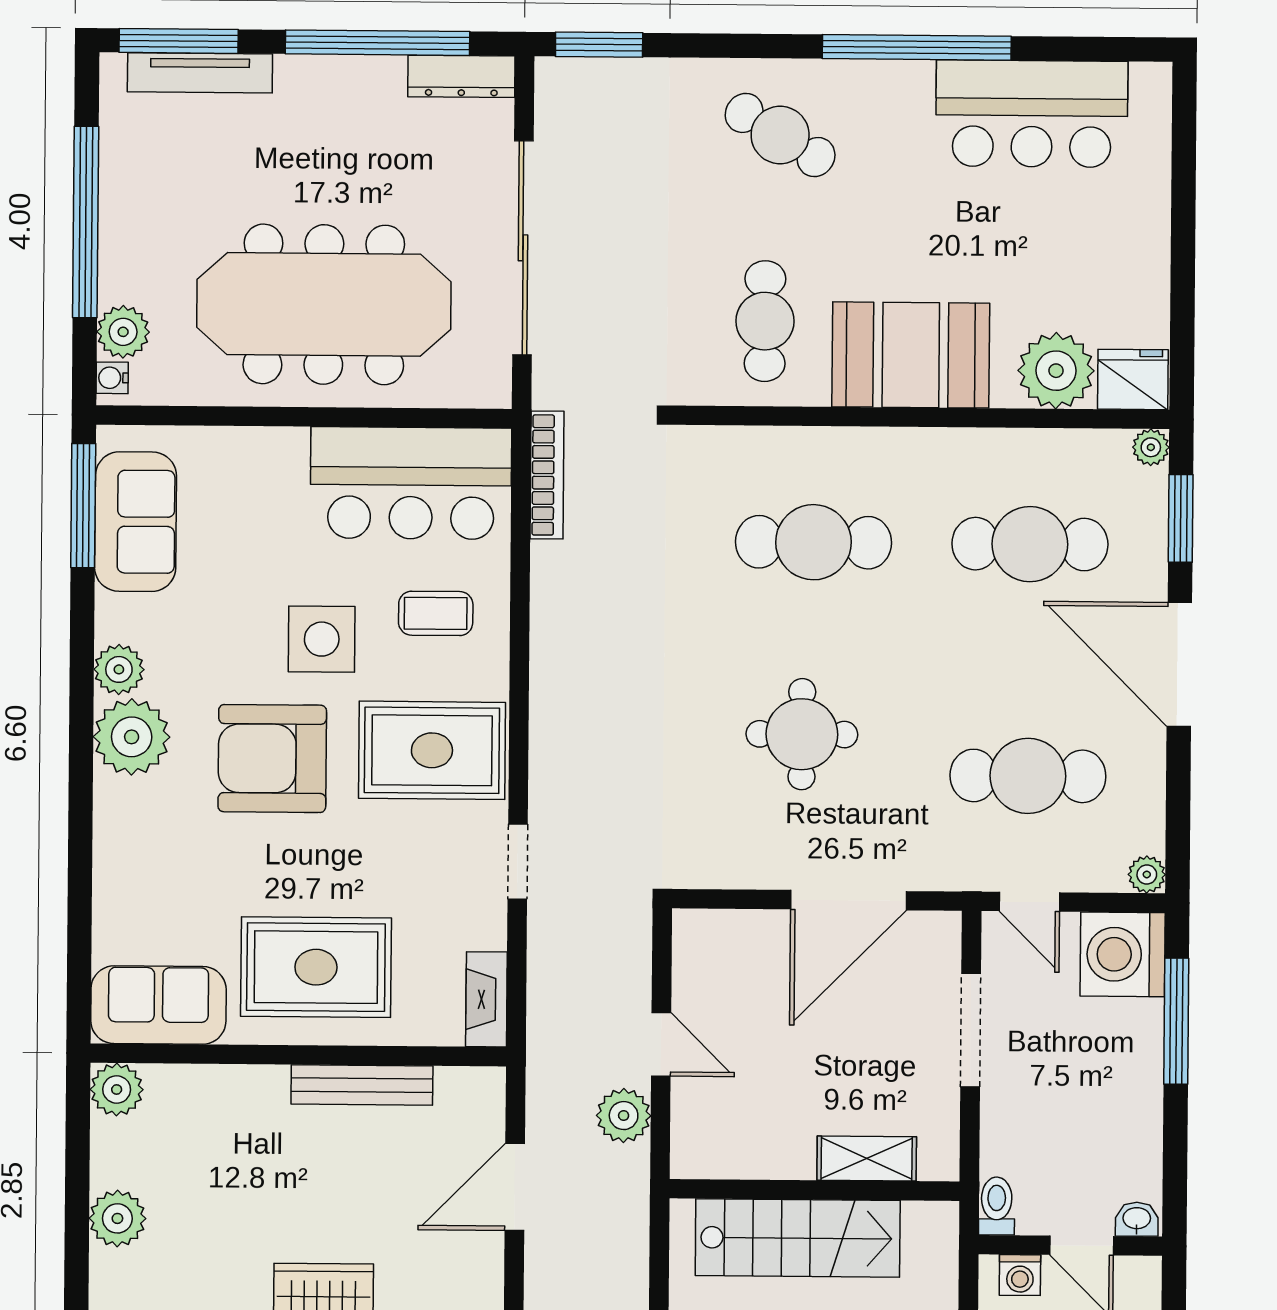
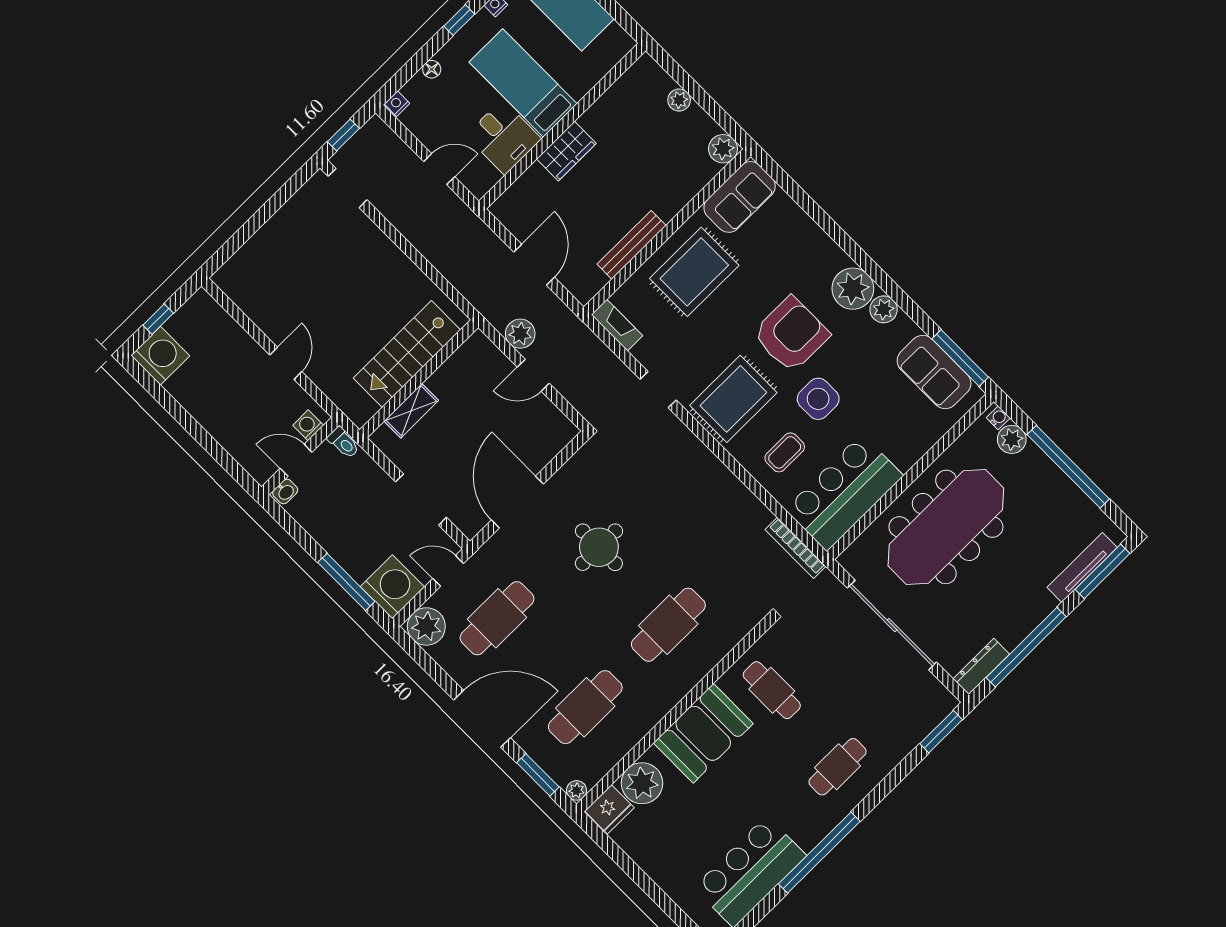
cafe table: (780, 135) -> (838, 767), turned -31
plant: (1147, 874) -> (426, 626), width x1.87, depth x1.87
plant: (117, 1218) -> (679, 100), width x0.73, depth x0.73

